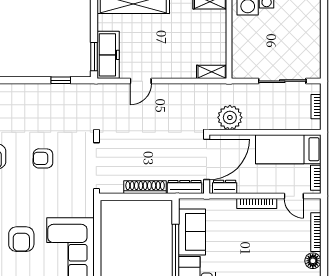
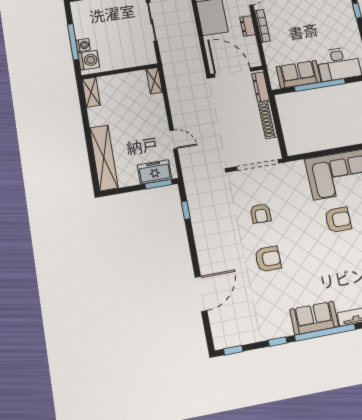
freezer: (108, 55) -> (155, 172), width x0.71
plant: (230, 117) -> (192, 59), removed
dresser: (225, 187) -> (248, 26), moved

